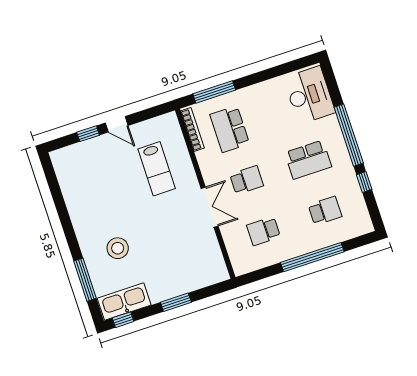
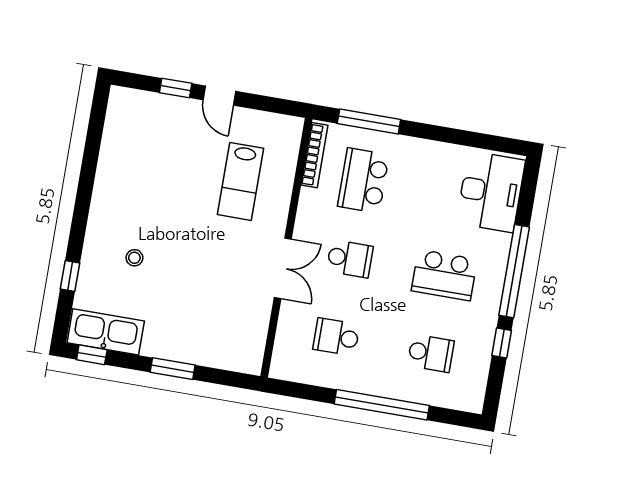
stool: (118, 248) -> (134, 258), width x0.53, depth x0.53
window: (85, 280) -> (70, 276), width x0.46

